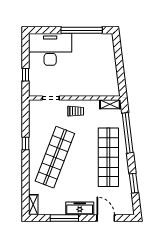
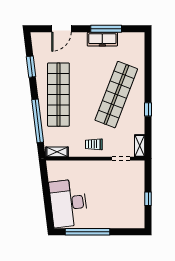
desk: (50, 49) -> (68, 203), moved, turned 83
window: (26, 75) -> (148, 199), moved
shelving: (33, 205) -> (140, 146), moved
freezer: (80, 208) -> (102, 39), moved
door: (106, 218) -> (61, 29), hinge flipped

